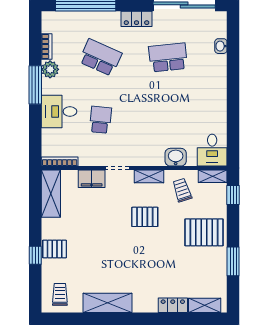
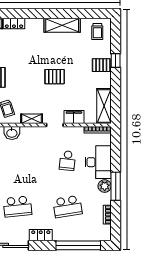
school desk: (100, 57) -> (67, 207), turned -33
plant: (50, 69) -> (105, 186), moved
desk: (59, 111) -> (98, 162), width x1.37
pallet: (145, 217) -> (55, 77), moved

